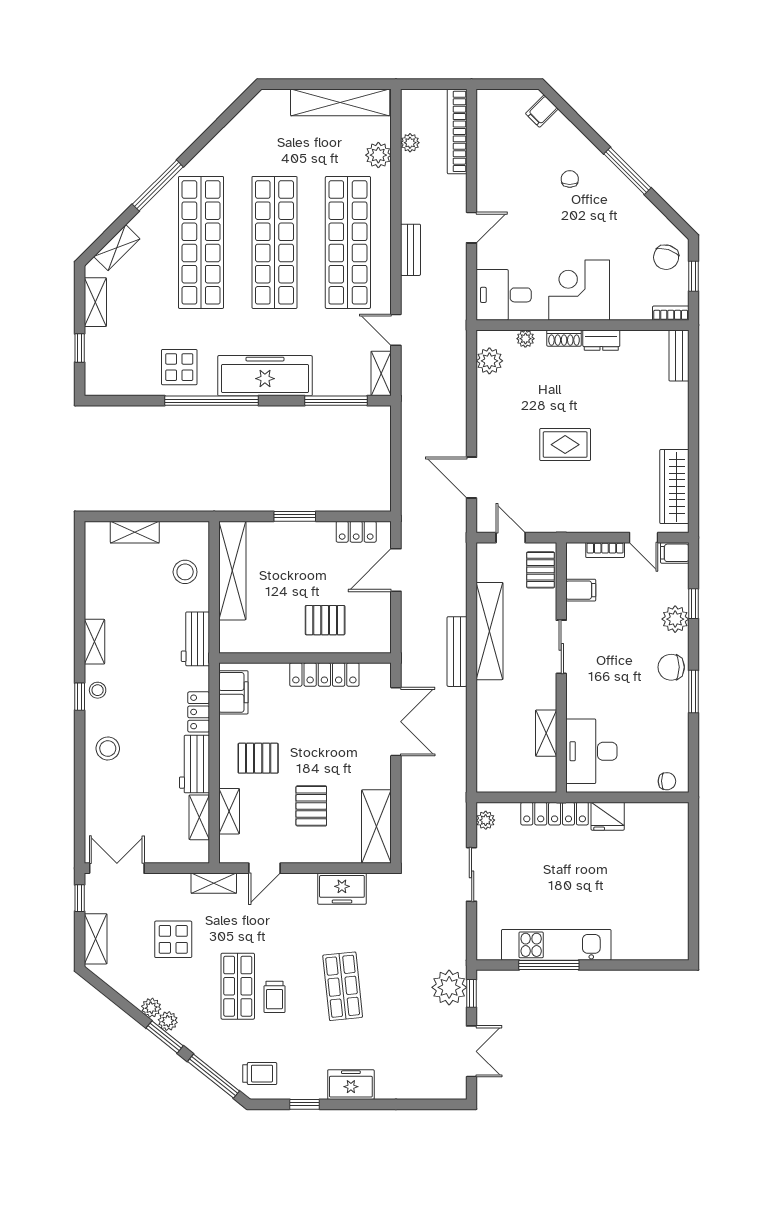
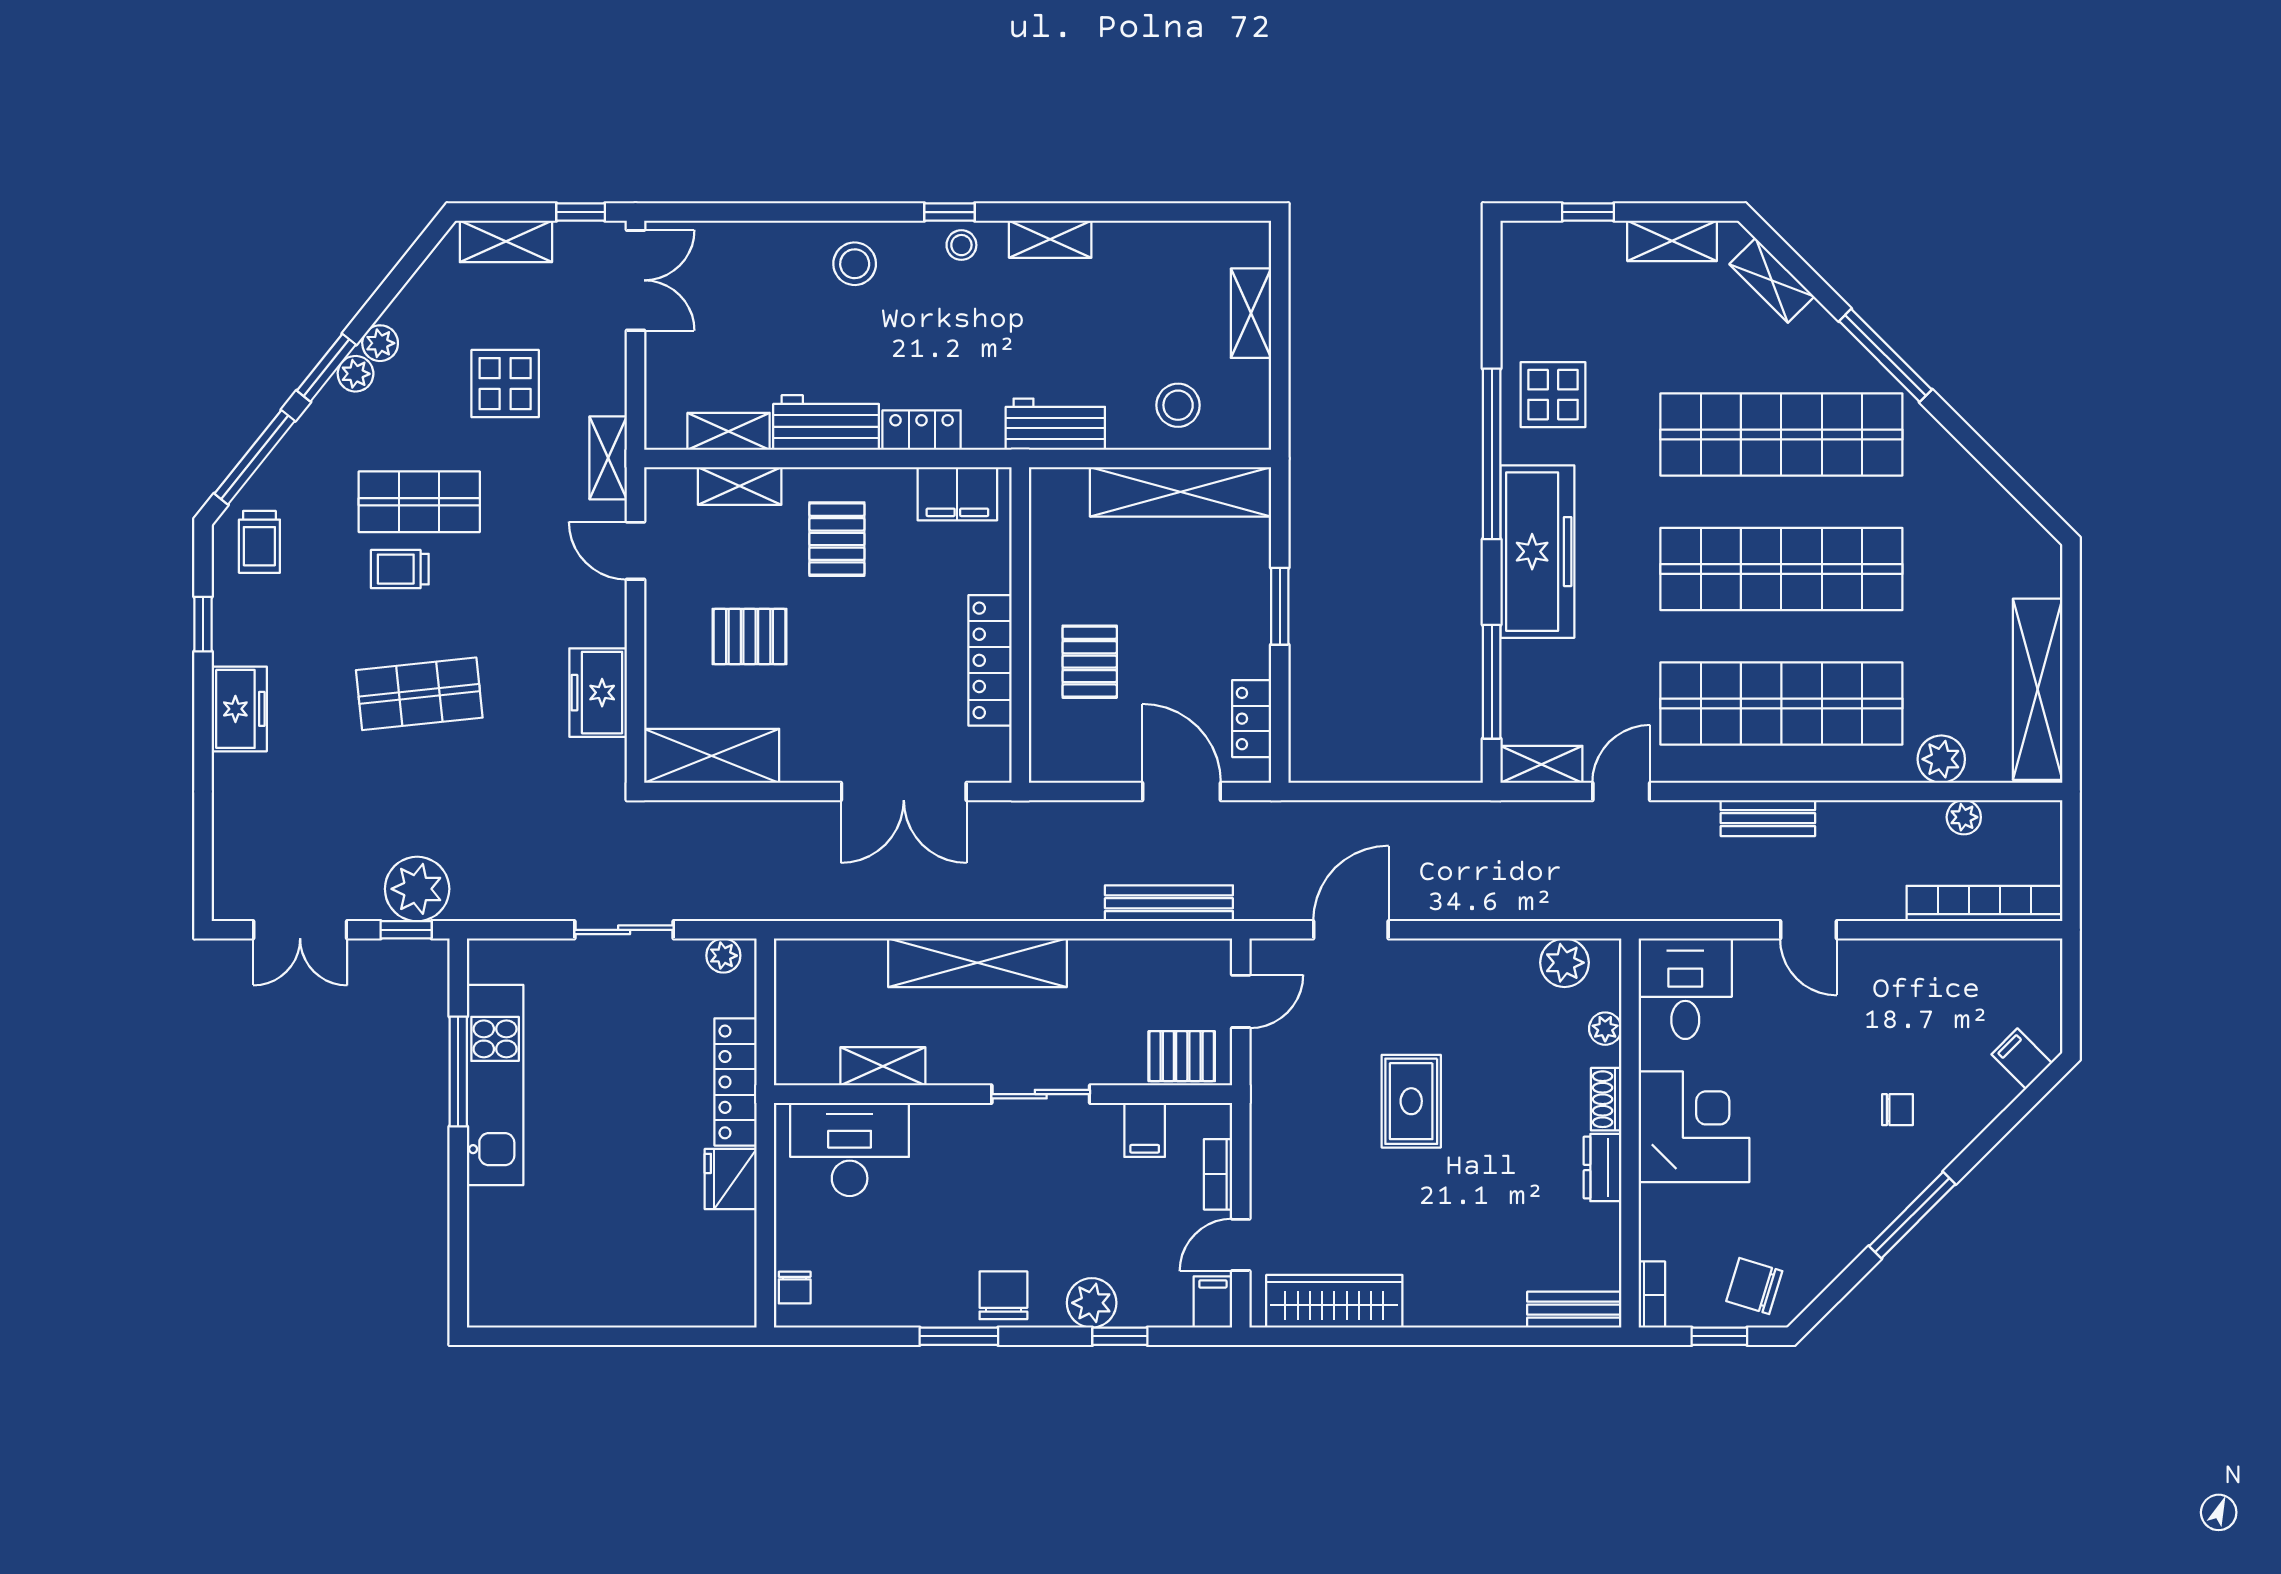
shelving: (490, 631) -> (978, 963), moved
bench: (457, 652) -> (1169, 903), moved

